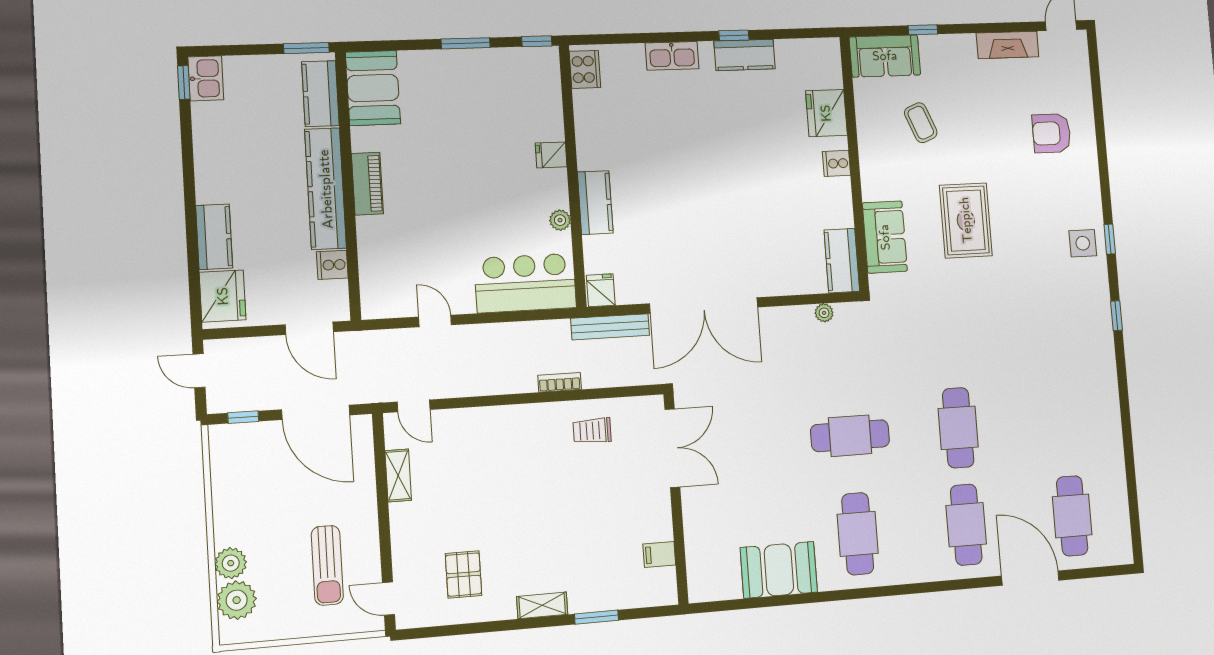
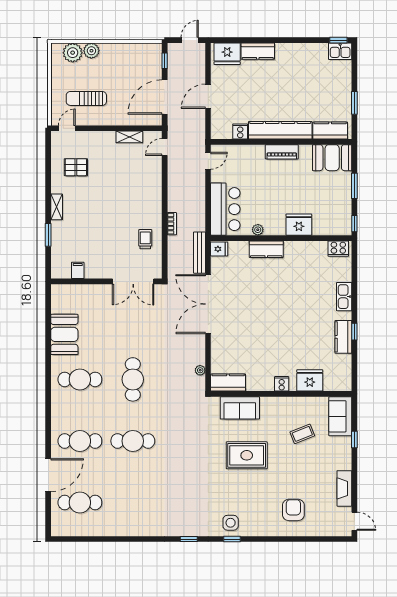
booth: (373, 88) -> (332, 158), moved
kitchen counter: (320, 94) -> (330, 130), moved
fridge: (551, 155) -> (299, 225), width x1.88, depth x1.34
piano: (367, 184) -> (282, 152), moved
wall: (348, 186) -> (281, 142), moved
kitchen counter: (326, 189) -> (280, 130), moved
cooker: (332, 265) -> (240, 131), moved

